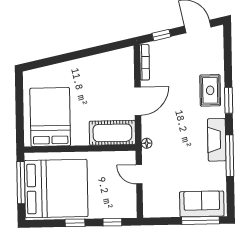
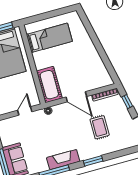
rug: (210, 90) -> (100, 127), moved, turned 90
bed: (50, 117) -> (49, 38), width x0.67

